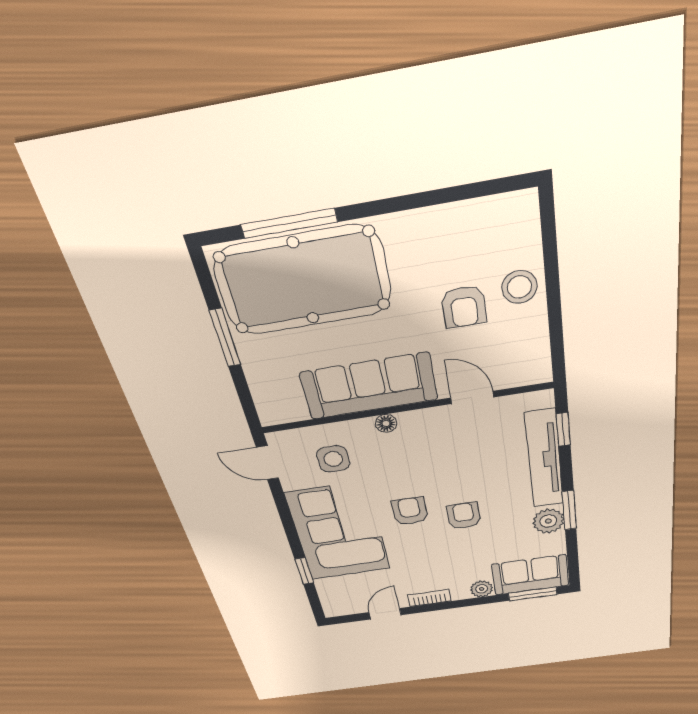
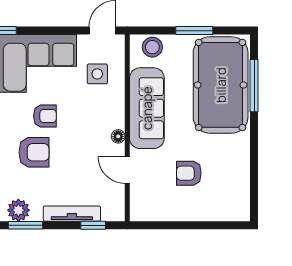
stool: (519, 287) -> (152, 47), moved
door: (472, 398) -> (127, 170), swing flipped
floor lamp: (386, 423) -> (118, 136), moved
tv unit: (544, 459) -> (72, 214), width x0.73, depth x0.78
armchair: (464, 516) -> (34, 152), width x1.38, depth x1.38

